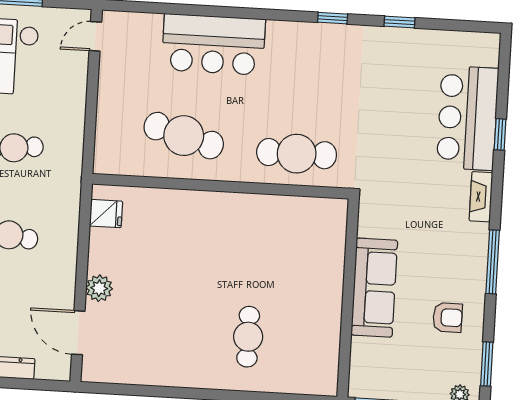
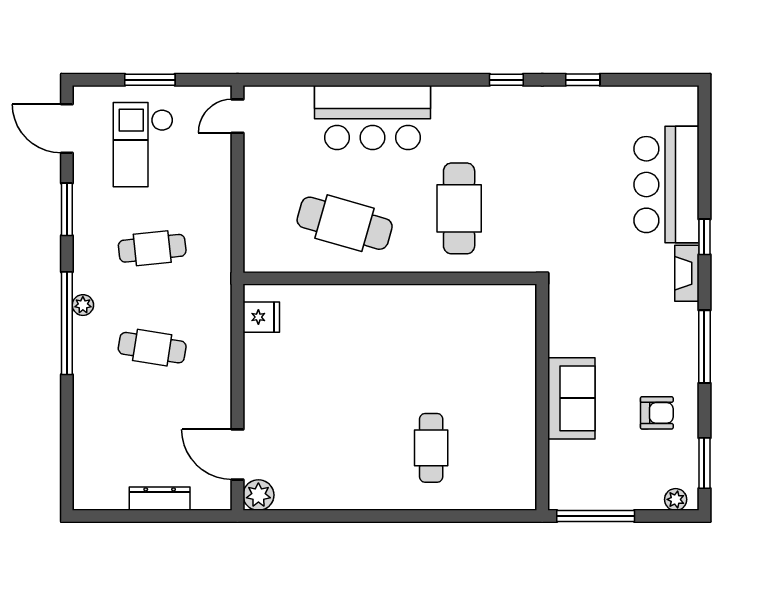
window: (500, 134) -> (704, 237), moved
cafe table: (297, 154) -> (459, 208), moved, turned 90
plant: (99, 288) -> (258, 495), moved
sofa: (374, 288) -> (571, 398), width x0.73

